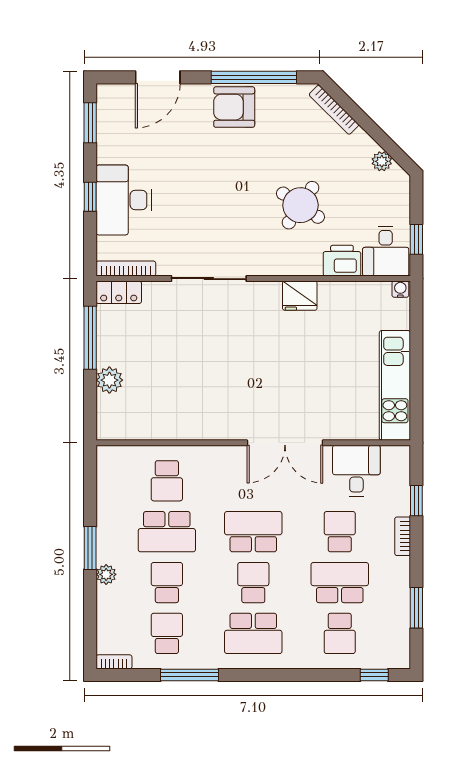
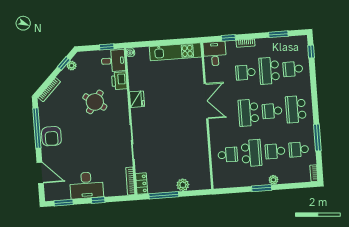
window: (388, 145) -> (64, 63), added
desk: (124, 200) -> (86, 185), moved
desk: (356, 471) -> (215, 54), moved, turned 90
school desk: (253, 633) -> (296, 109), turned 180
school desk: (340, 633) -> (293, 69), turned 180

